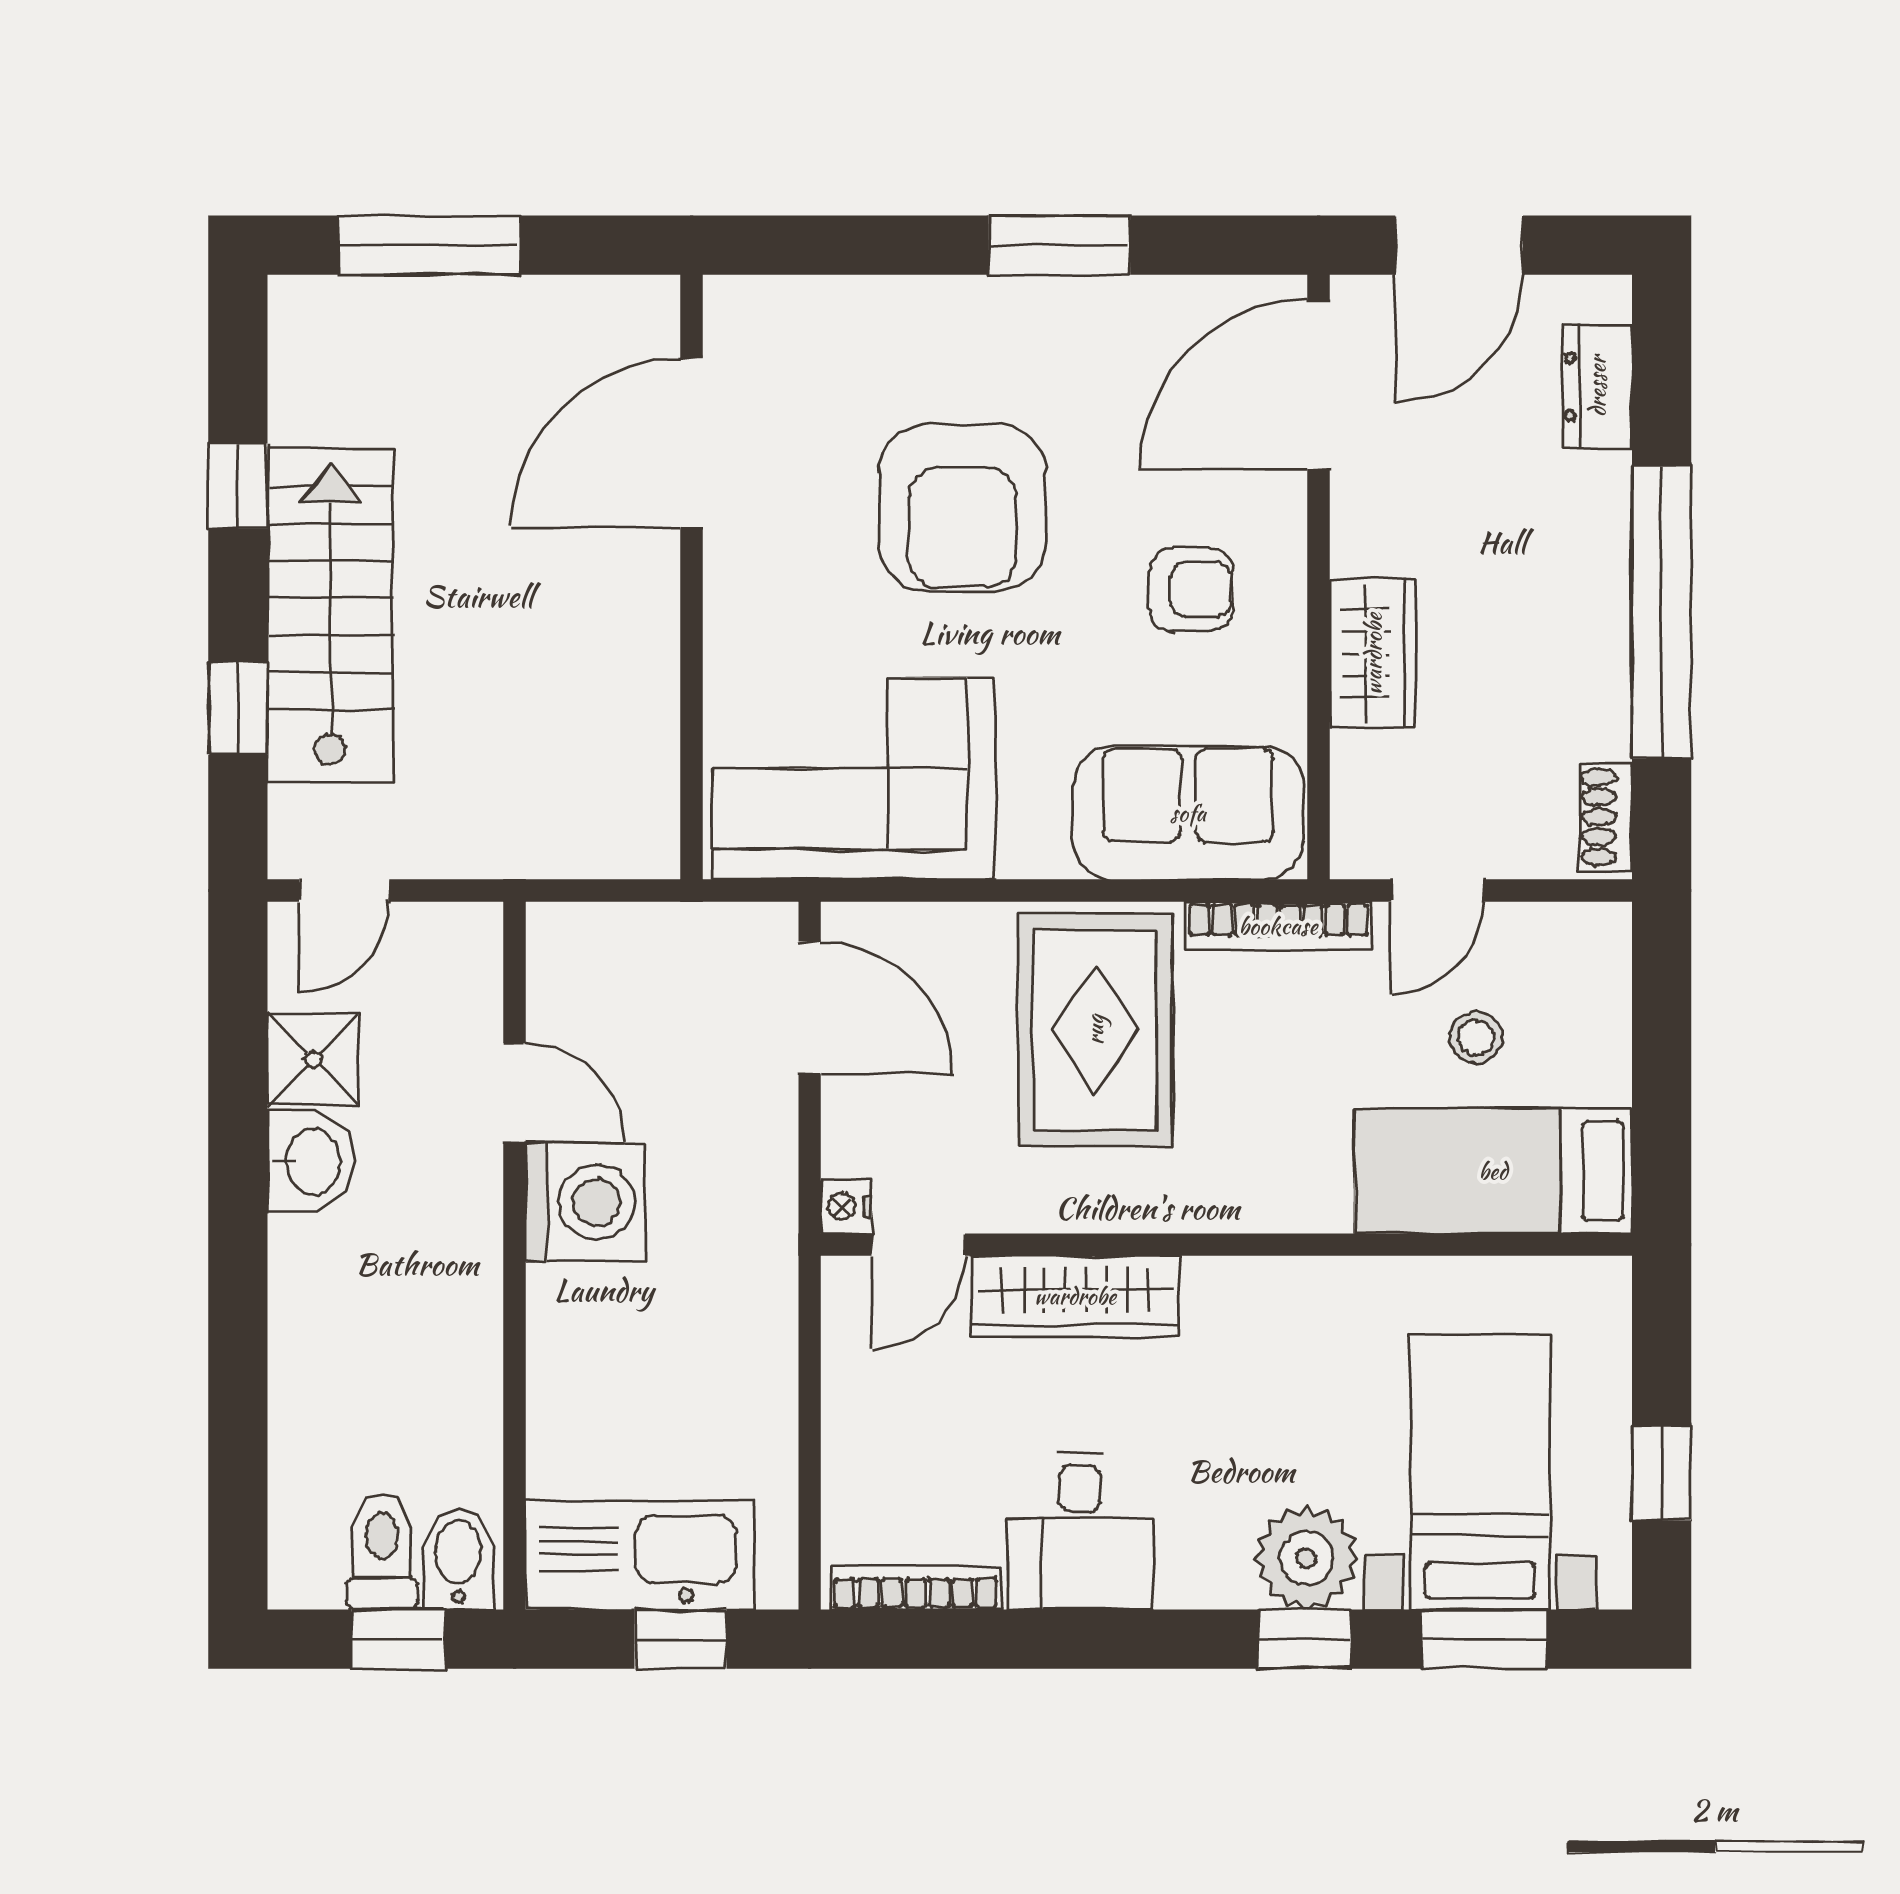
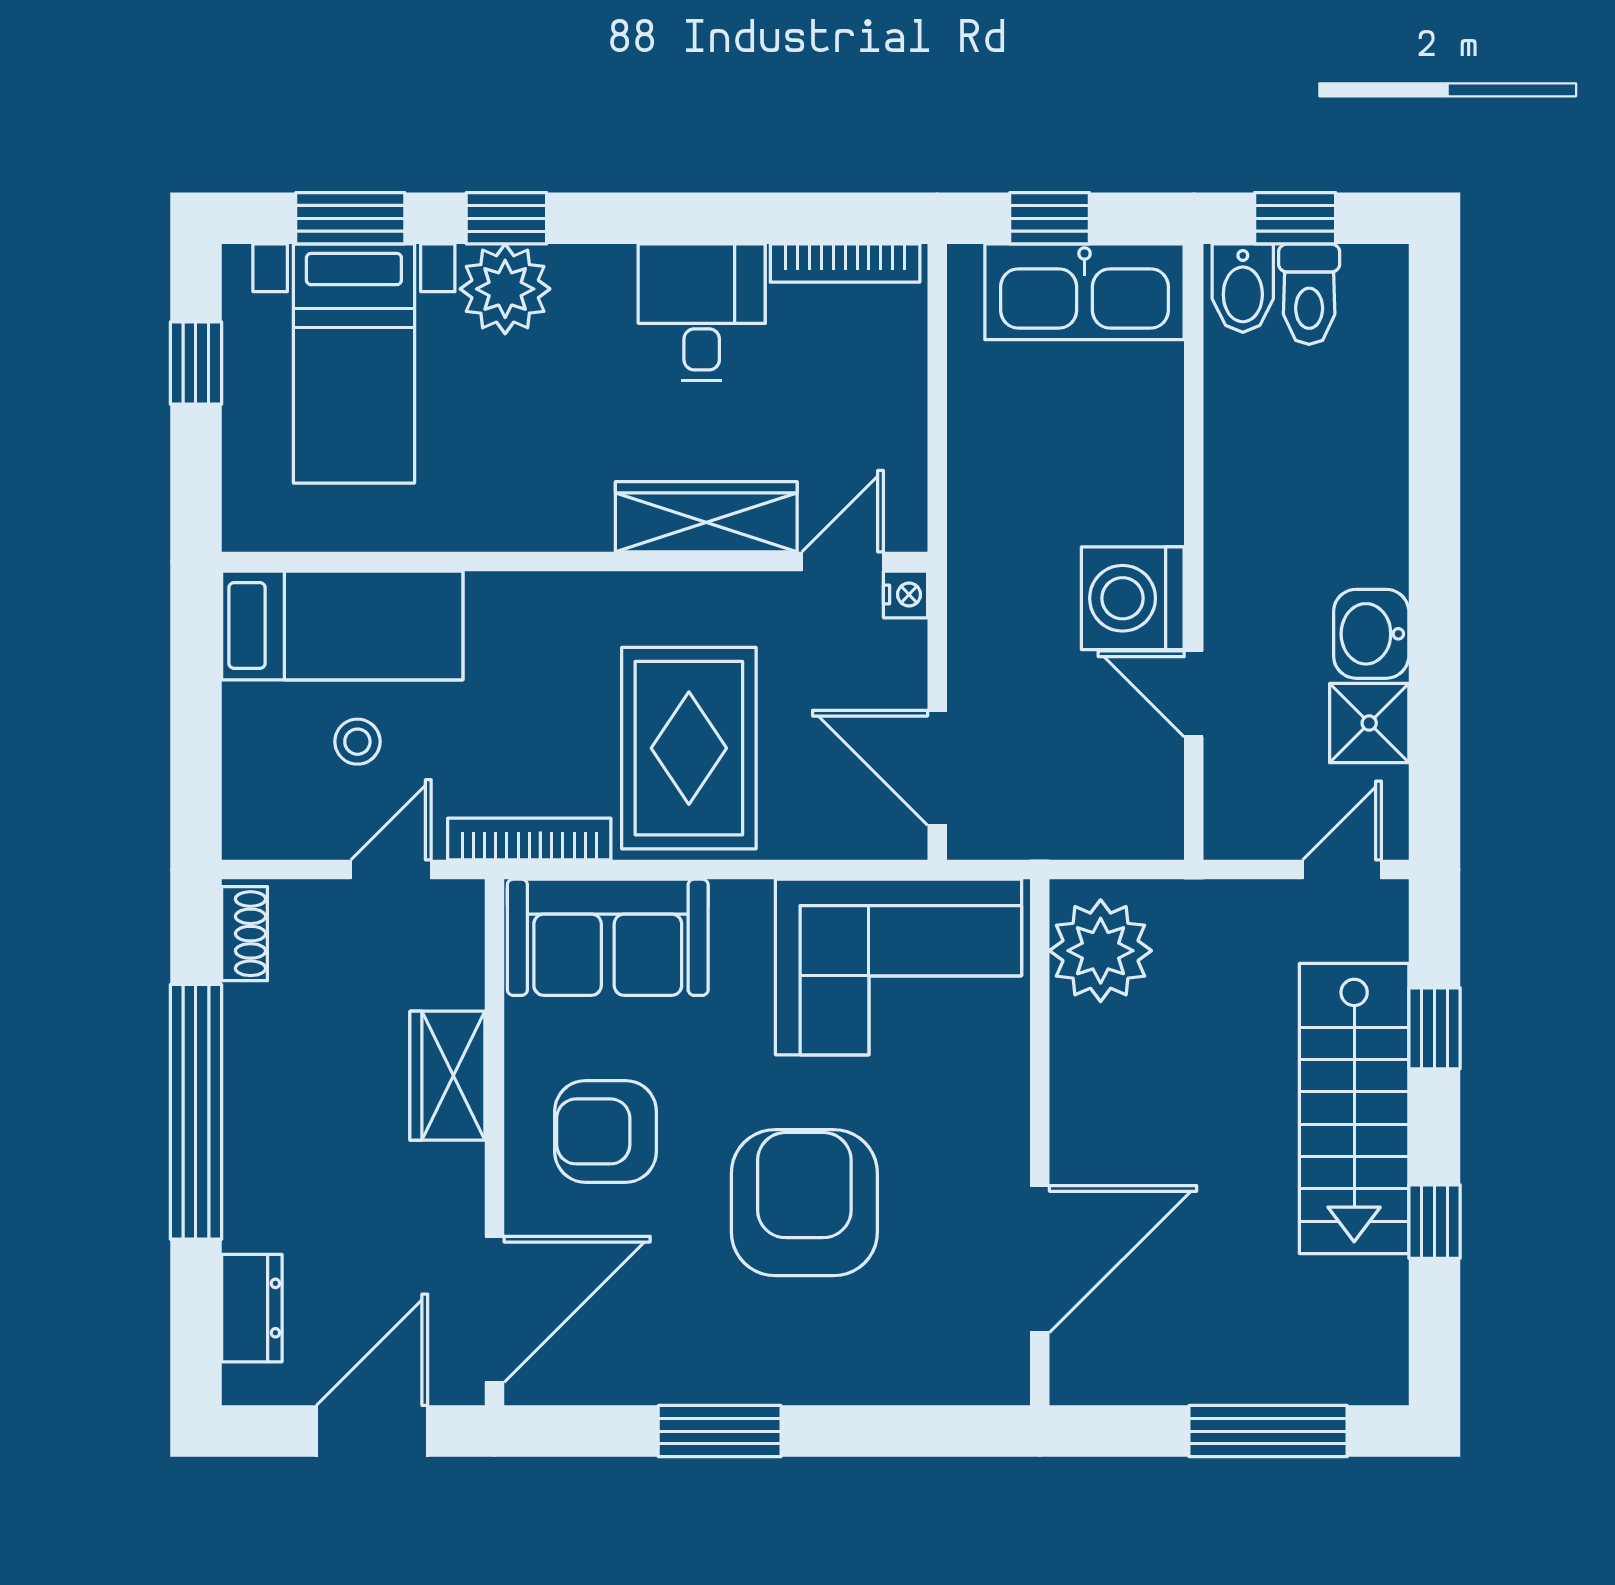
armchair: (1191, 589) -> (605, 1131), width x1.38, depth x1.38
plant: (622, 797) -> (1101, 951), added

